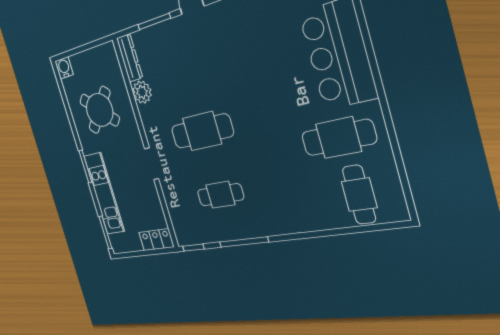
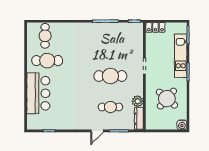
cafe table: (220, 195) -> (110, 107), moved

